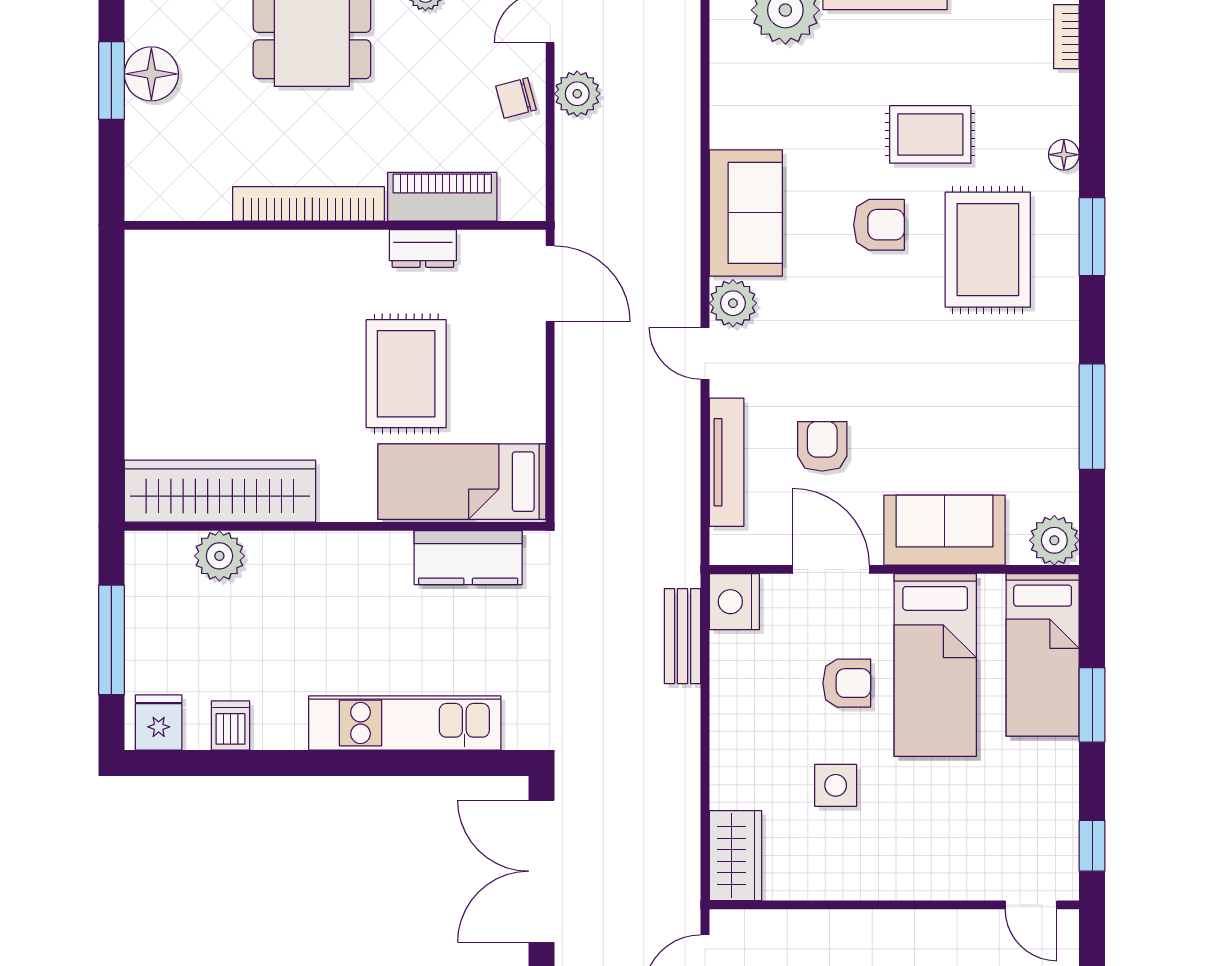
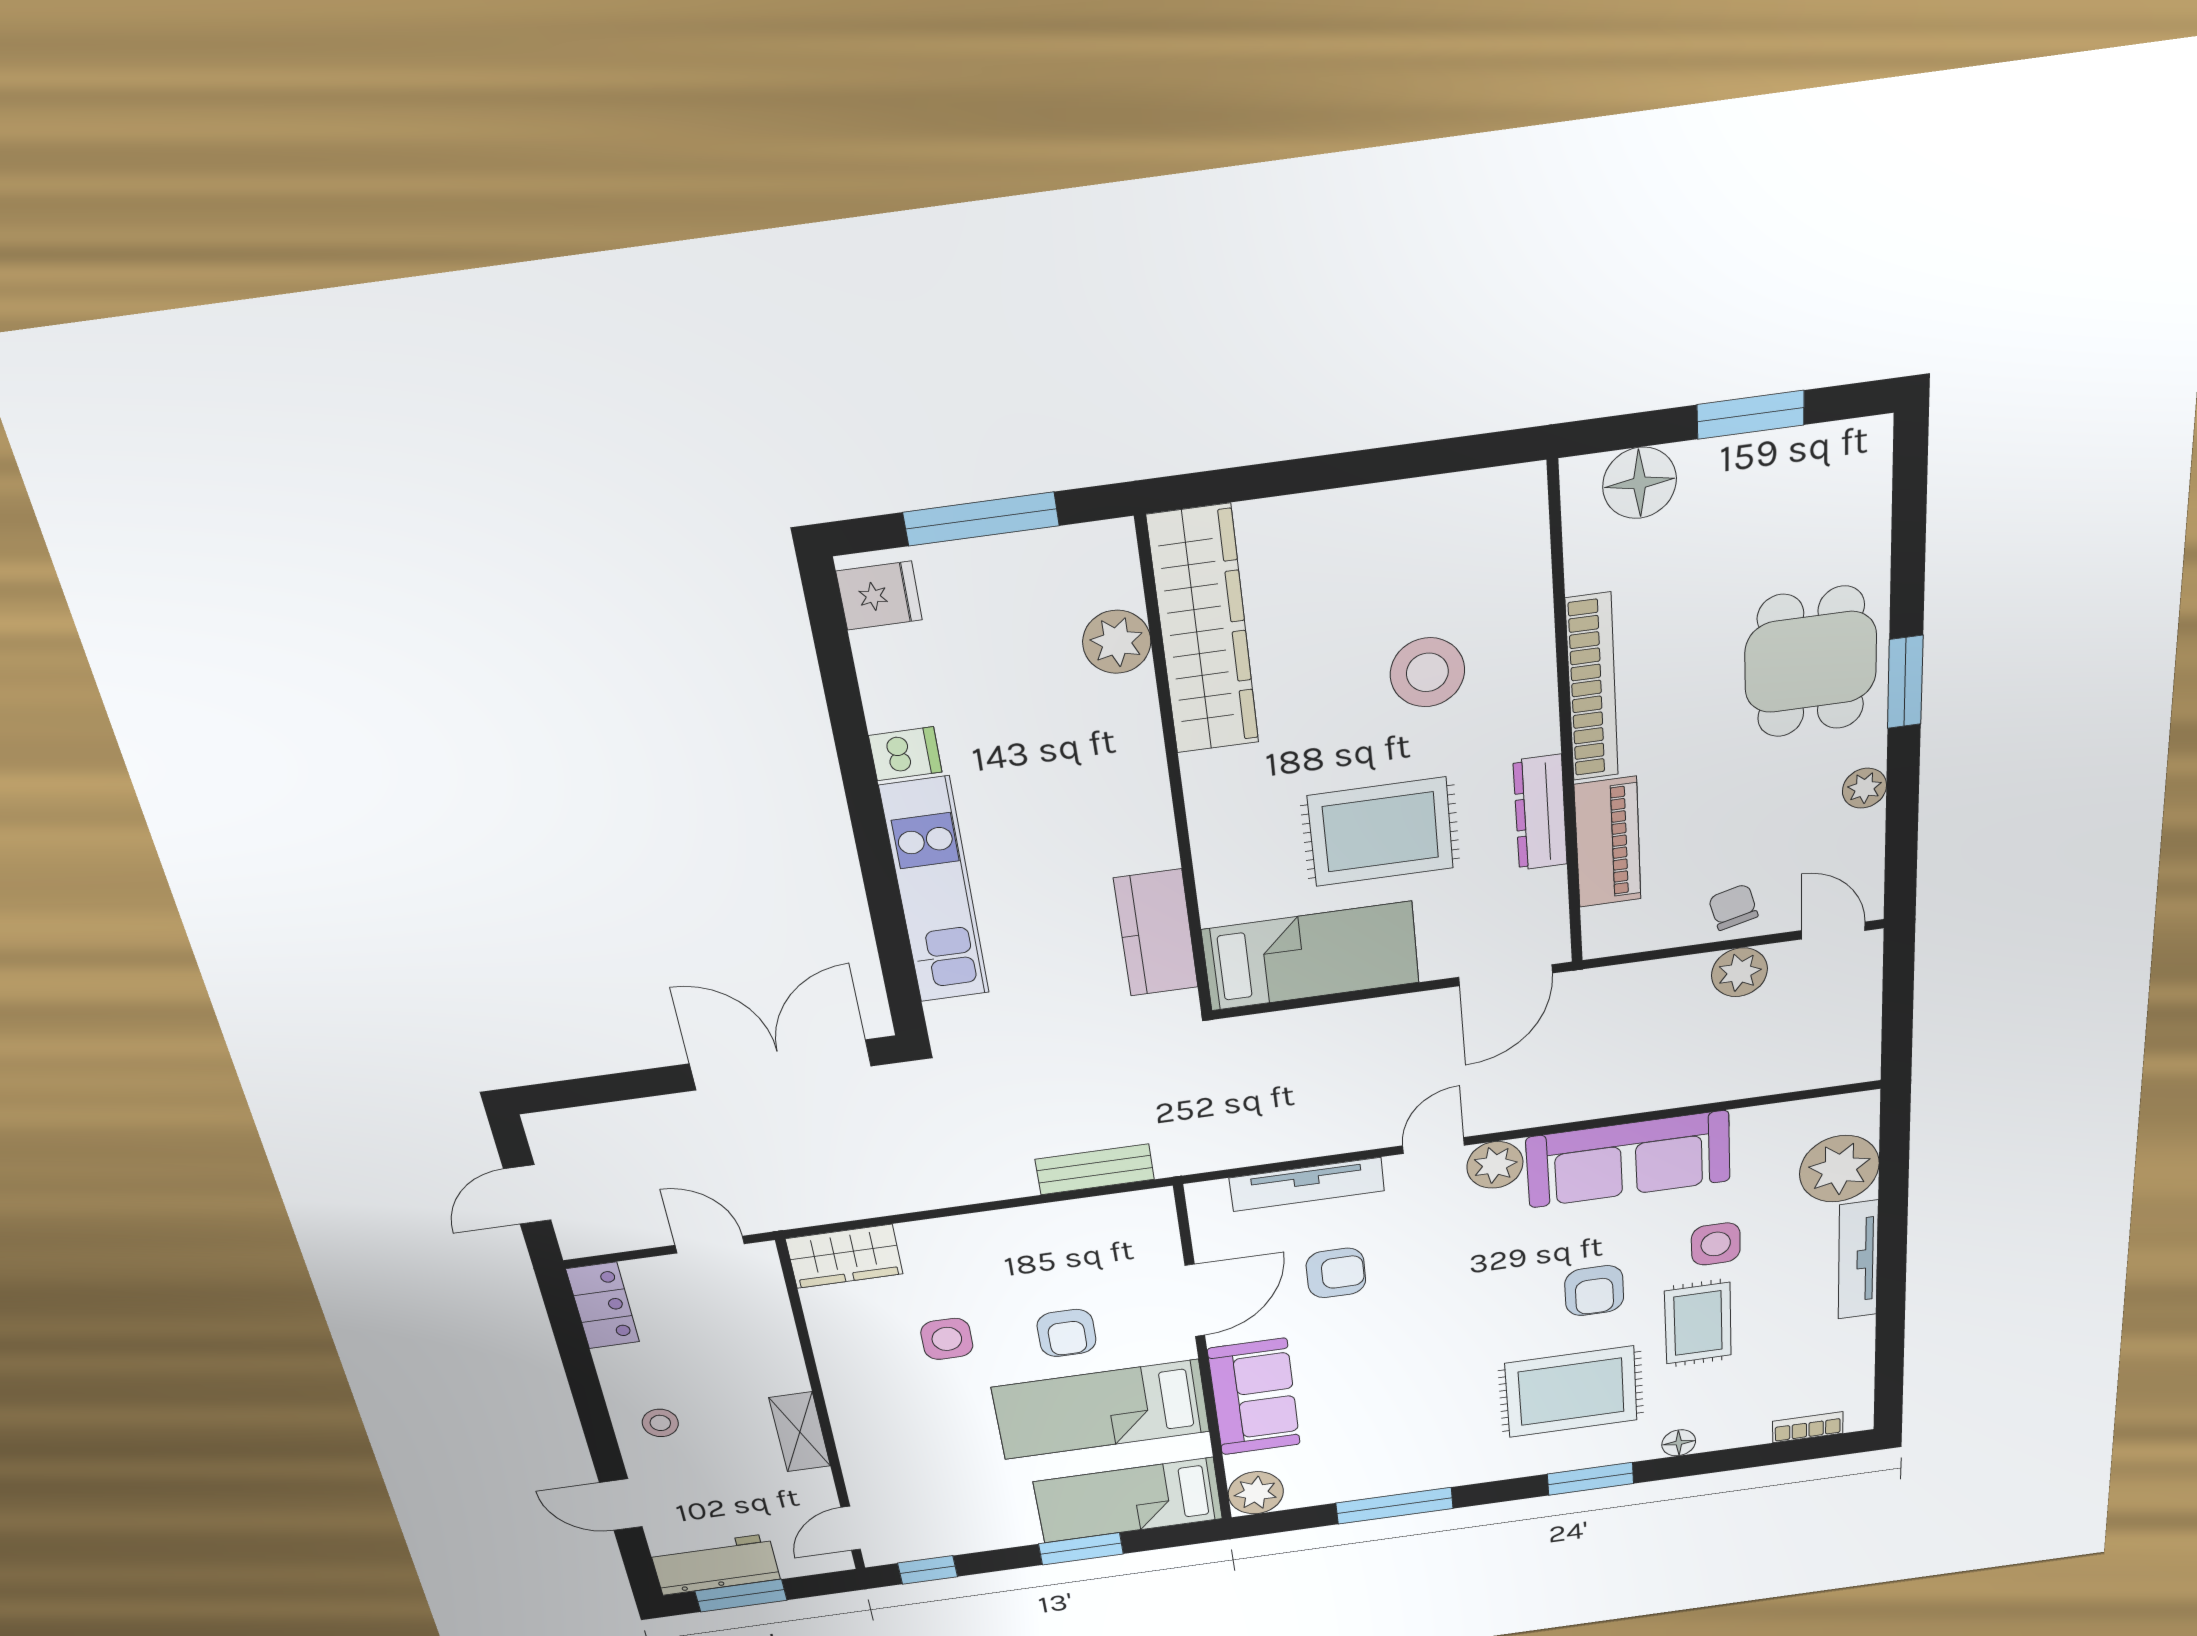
floor lamp: (151, 74) -> (1640, 483), moved
side table: (847, 117) -> (1716, 1244), added
sofa: (746, 213) -> (1628, 1159), width x1.36
dresser: (423, 249) -> (1540, 813), width x1.44
stool: (278, 328) -> (1427, 672), added
bed: (462, 482) -> (1311, 956), moved, turned 90
nightstand: (734, 602) -> (1143, 1214), removed
dishwasher: (231, 726) -> (905, 754), moved
shelving: (914, 928) -> (800, 1432), added

